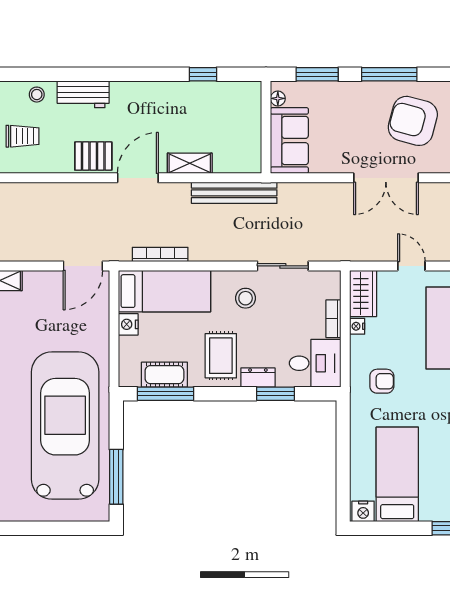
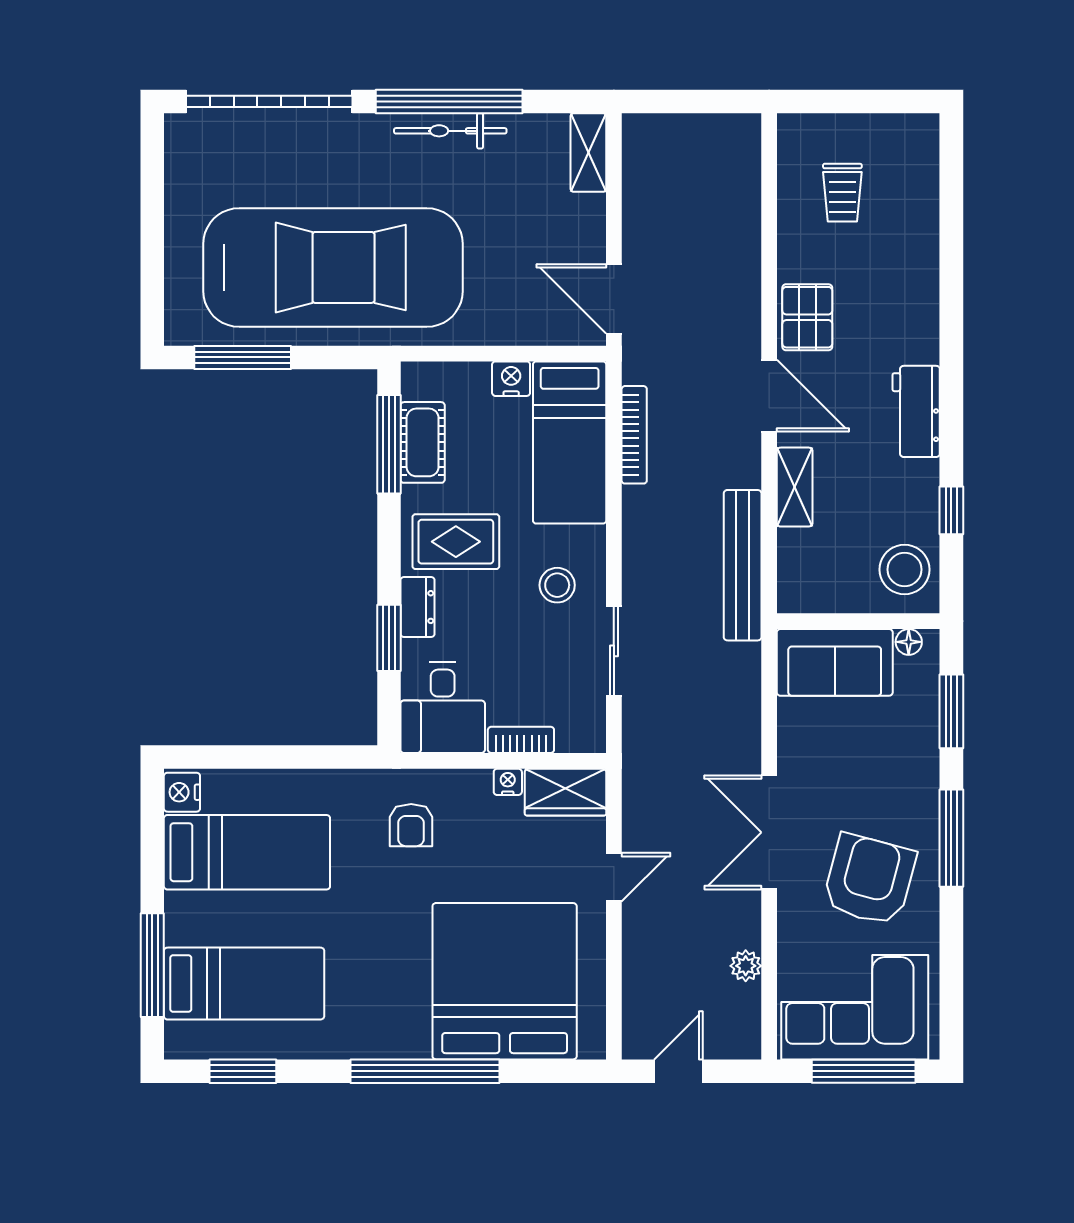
workbench: (83, 94) -> (916, 411), moved
stool: (37, 95) -> (905, 570), moved, width x1.89, depth x1.89

